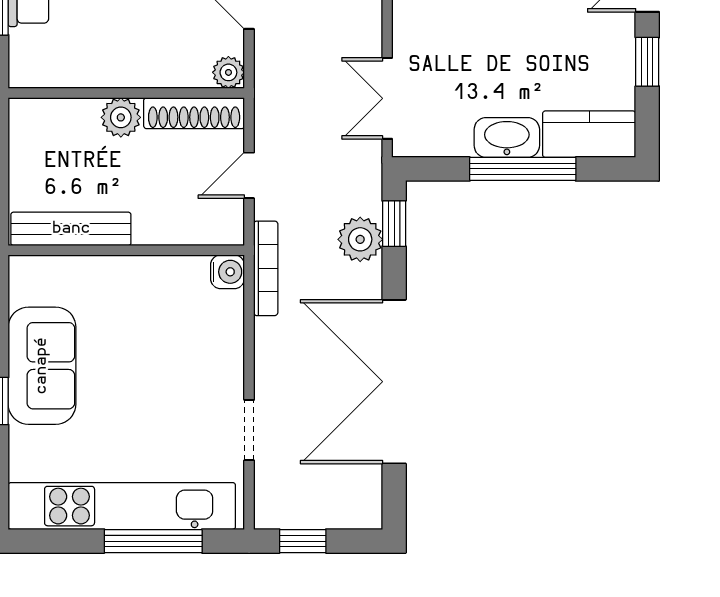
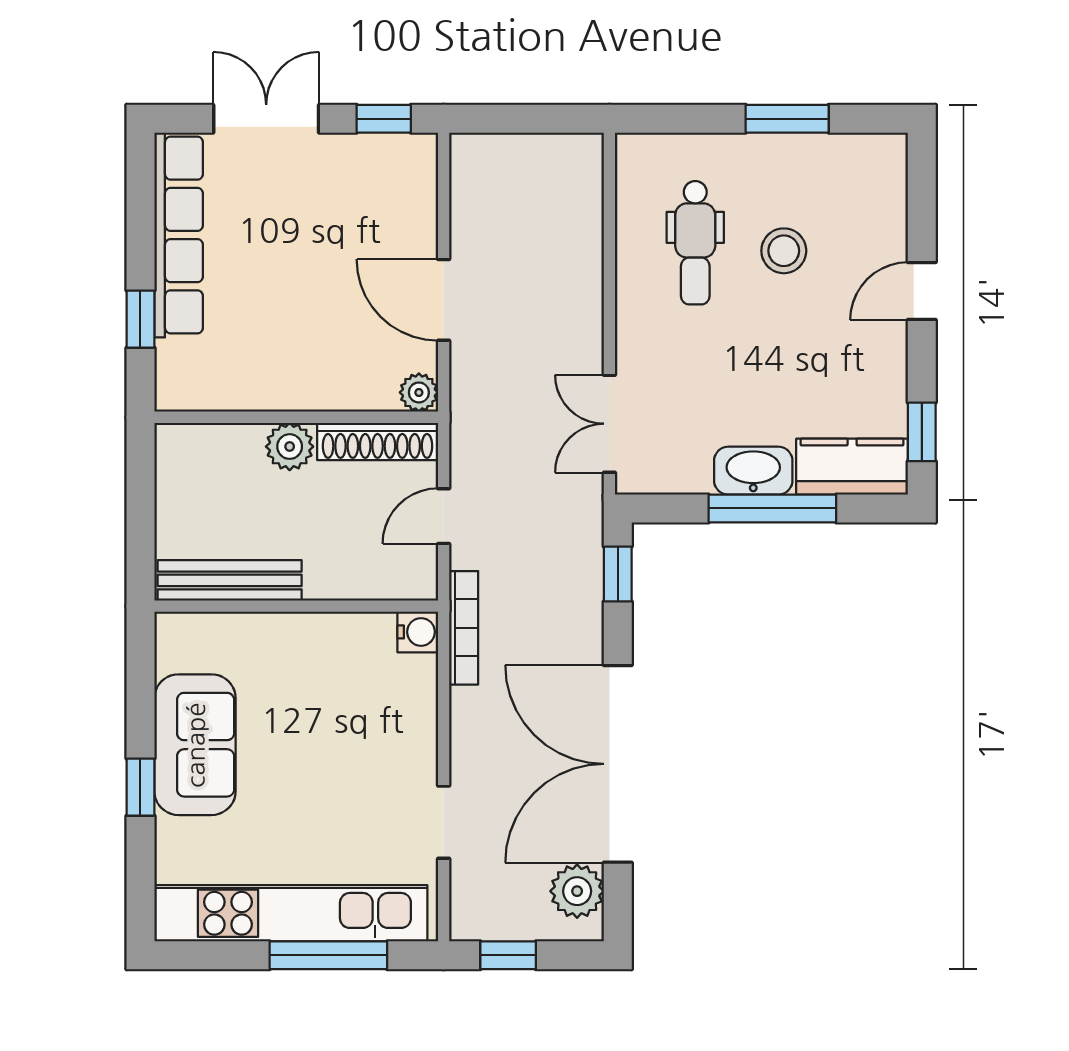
window: (647, 62) -> (922, 432), moved
plant: (360, 239) -> (577, 891), moved

